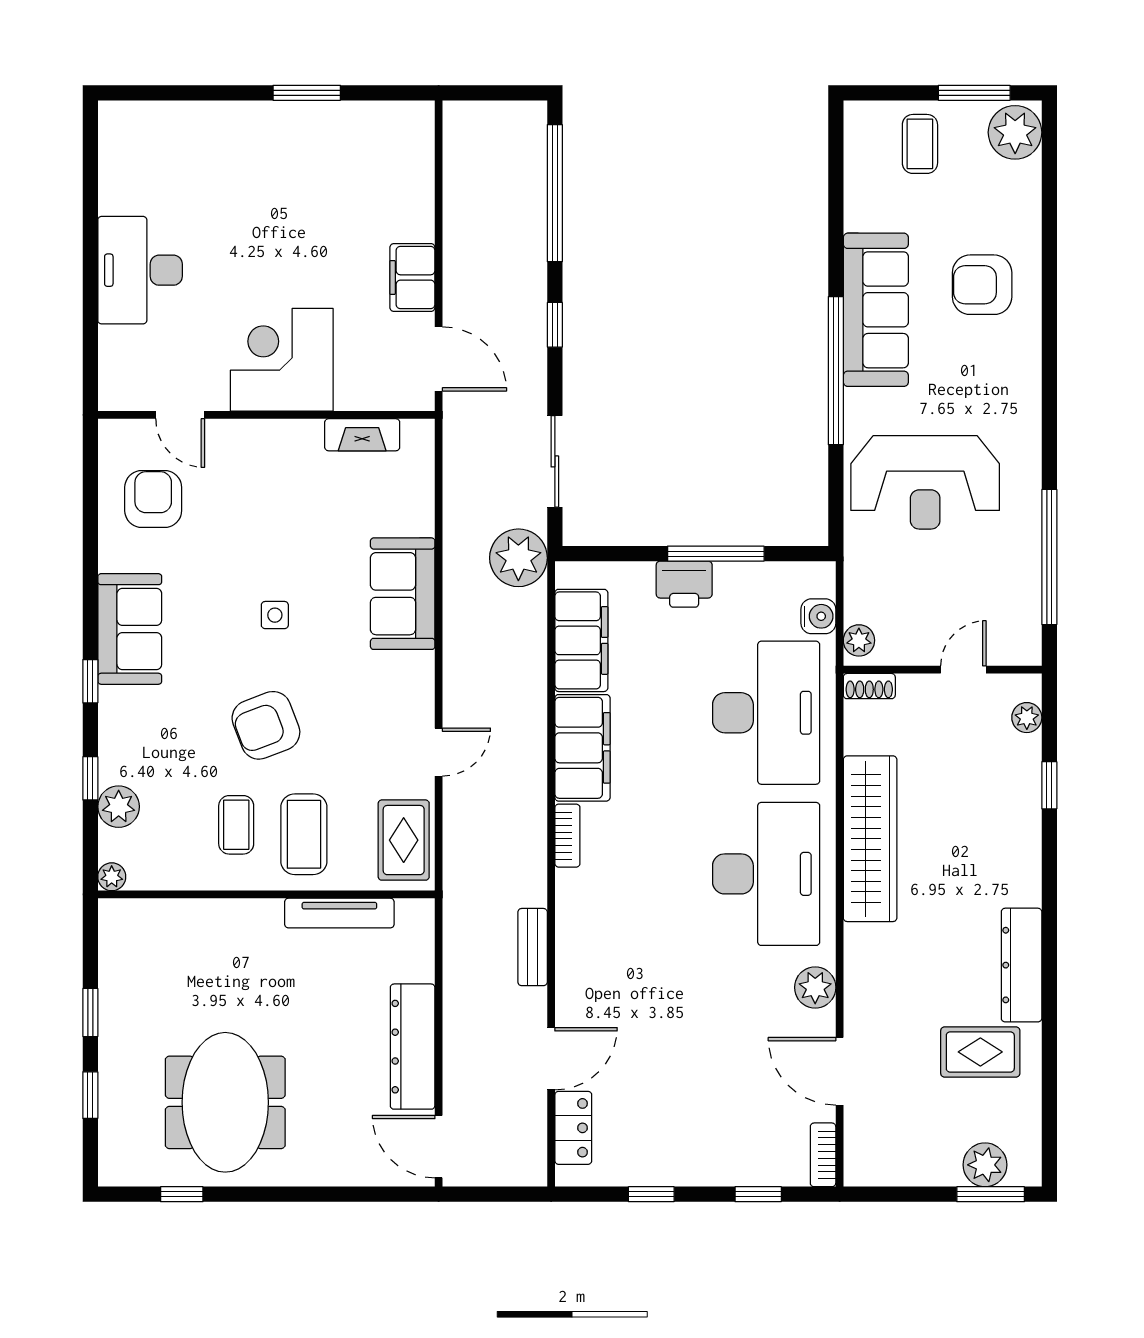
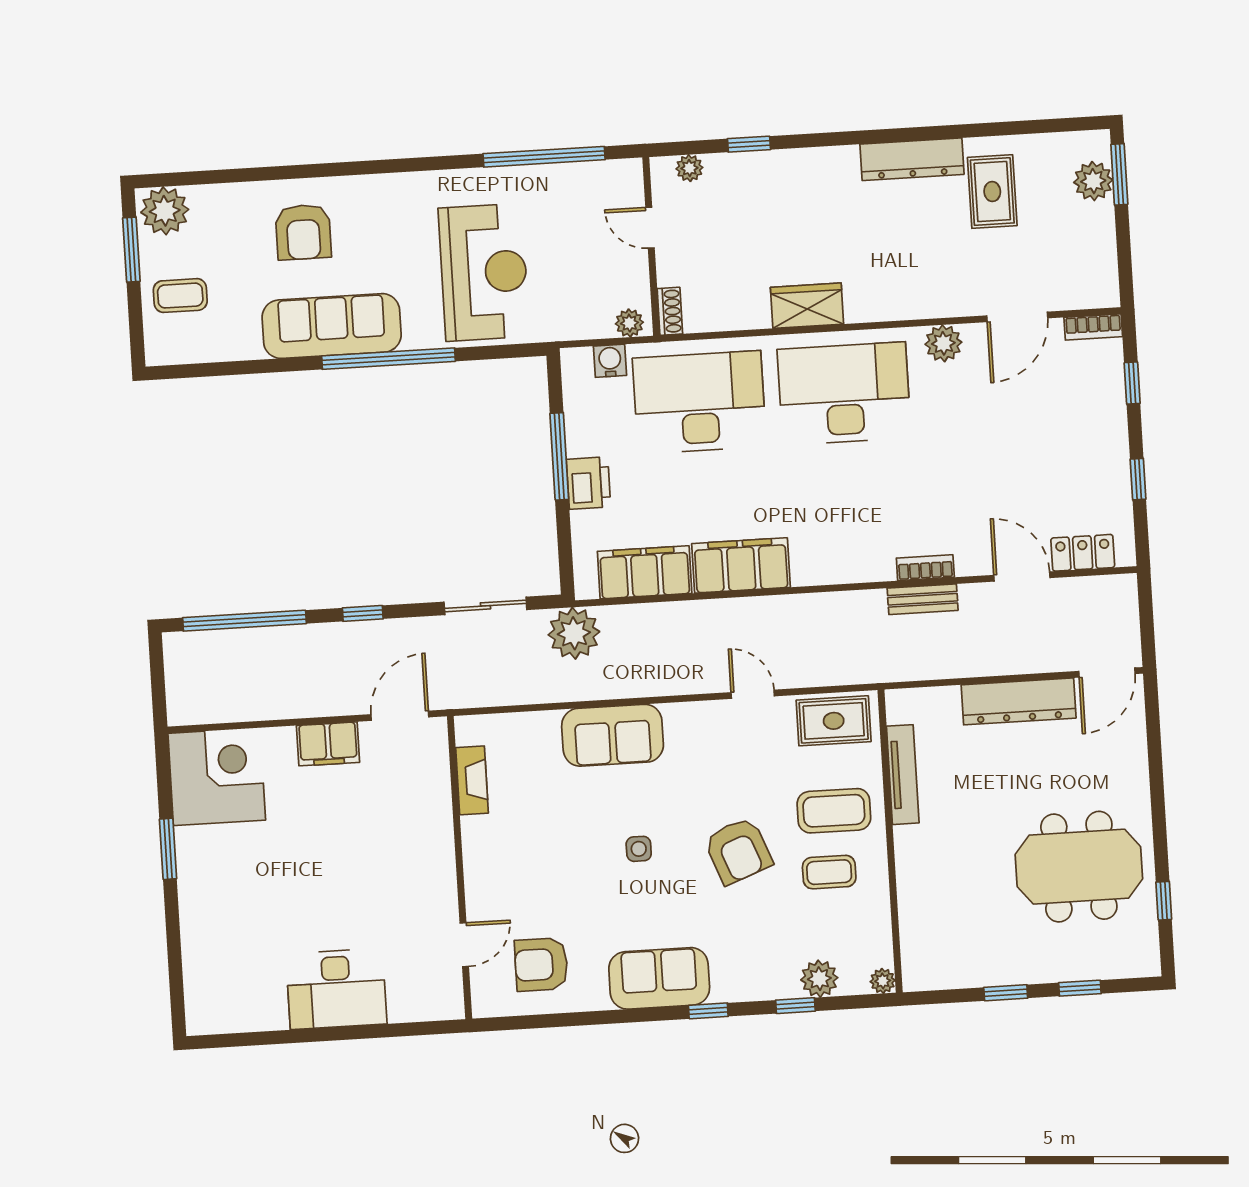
corner desk: (282, 360) -> (217, 777), moved, turned 180
bookcase: (567, 836) -> (925, 568), moved
wardrobe: (870, 839) -> (807, 306), width x0.48, depth x0.85

